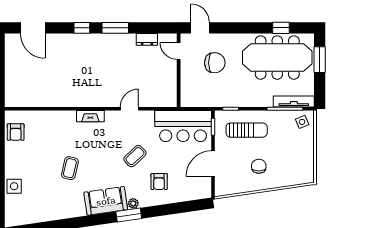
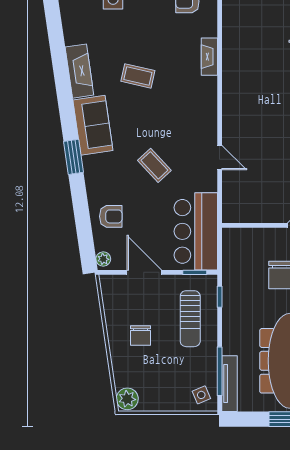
fireplace: (90, 116) -> (209, 57), moved
chair: (259, 166) -> (141, 335), turned 90
plant: (305, 176) -> (127, 399), added
armchair: (159, 181) -> (111, 216), moved, turned 180
plant: (133, 203) -> (103, 259), moved
fireplace: (66, 211) -> (79, 71), added

